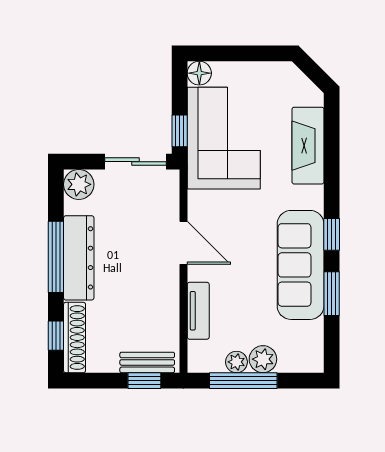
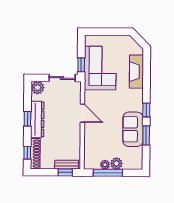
floor lamp: (199, 73) -> (90, 40), removed
window: (56, 257) -> (27, 119), width x0.46
sofa: (301, 265) -> (133, 129), width x0.73
tv unit: (198, 311) -> (89, 142), removed

